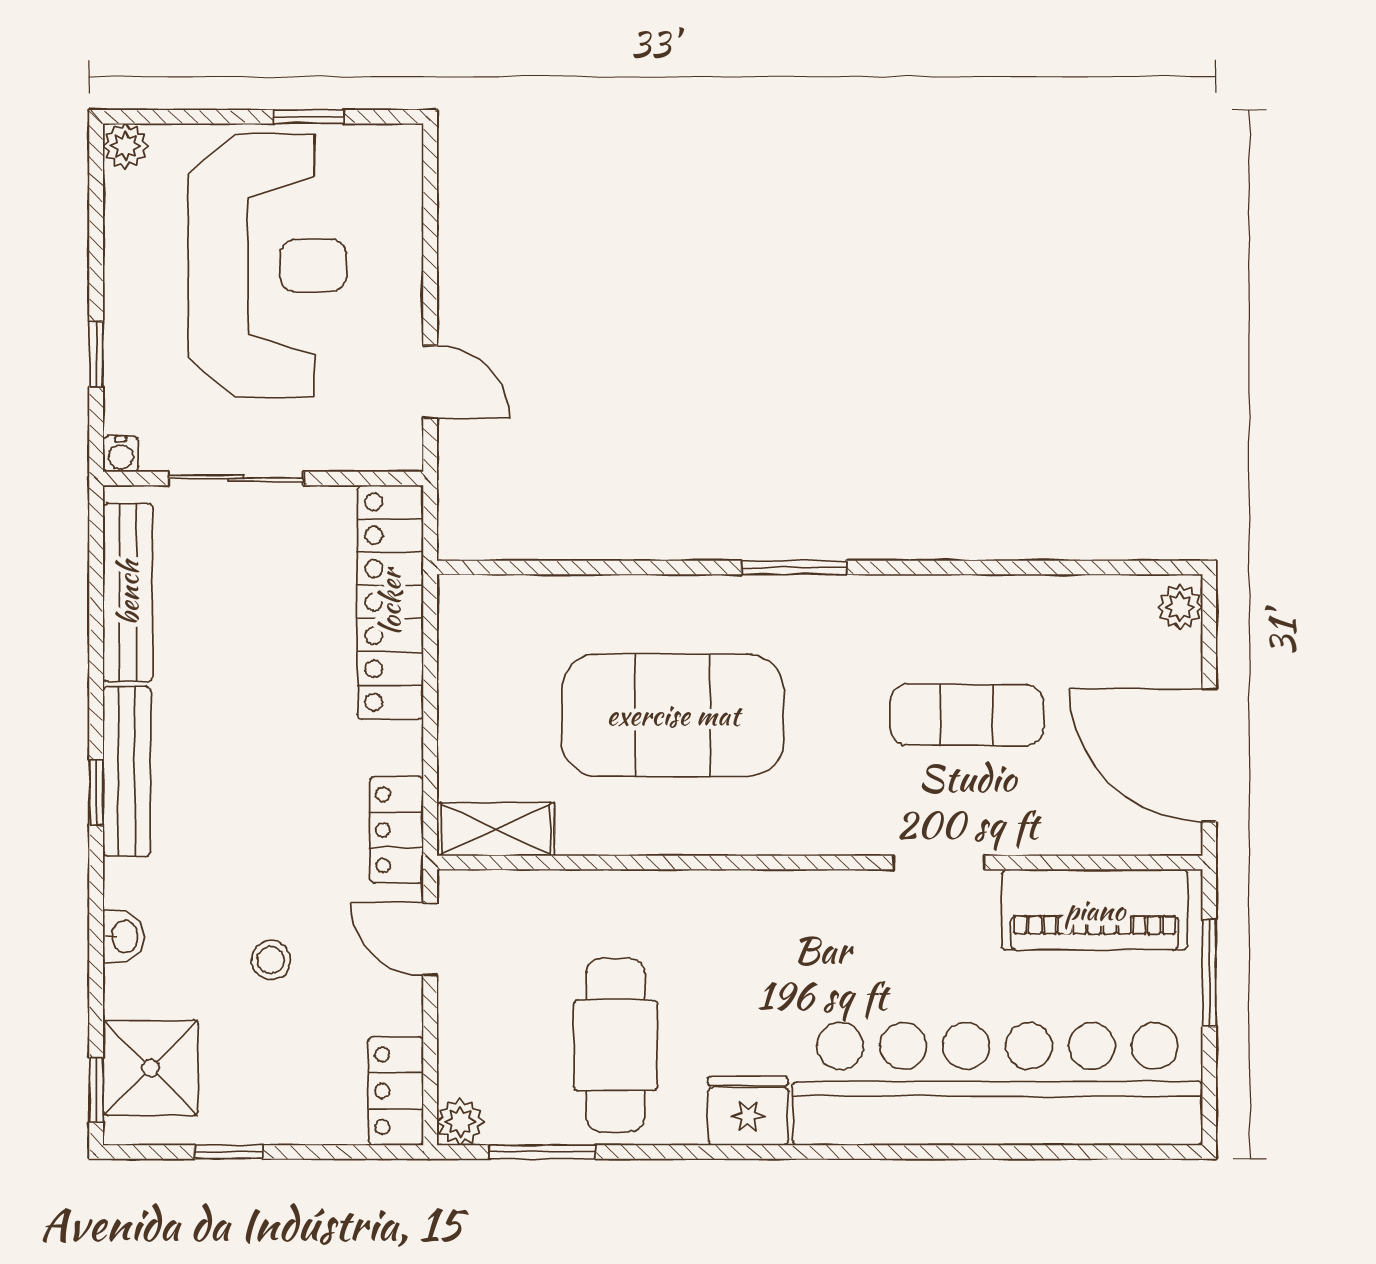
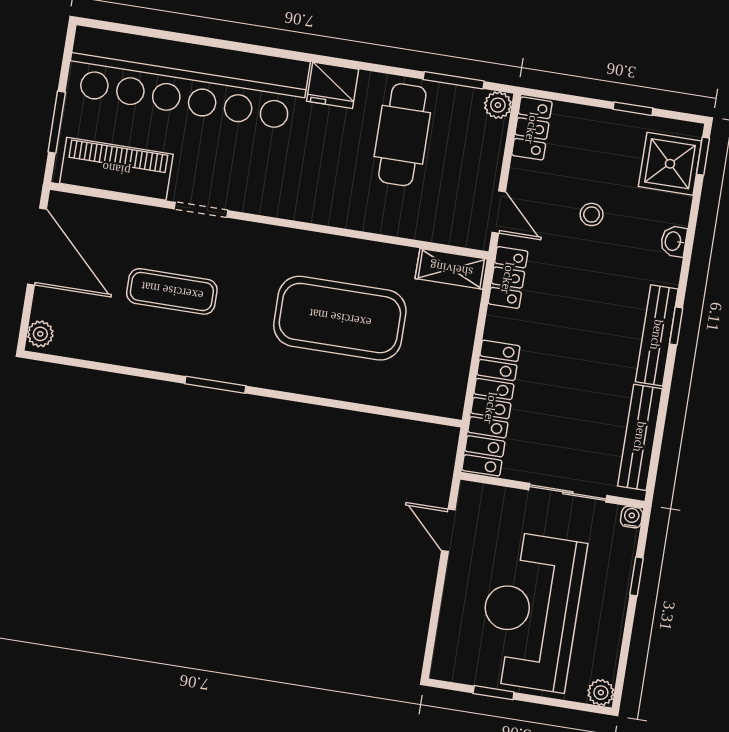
window: (794, 568) -> (215, 385), moved

